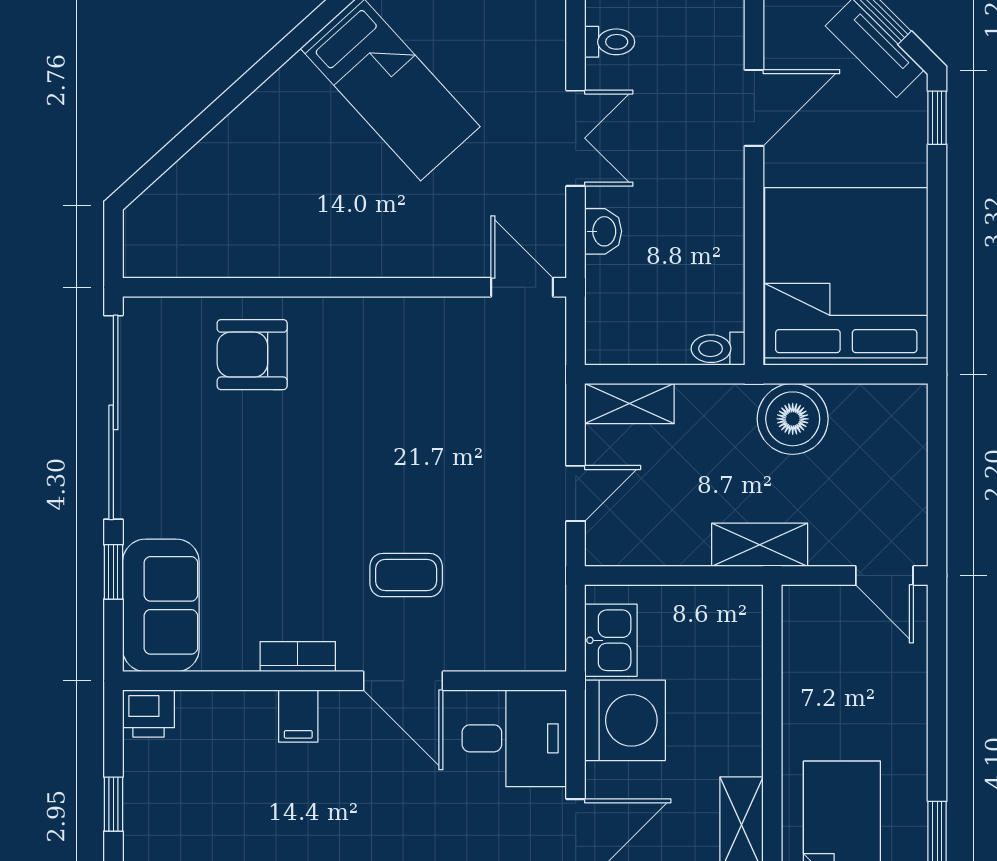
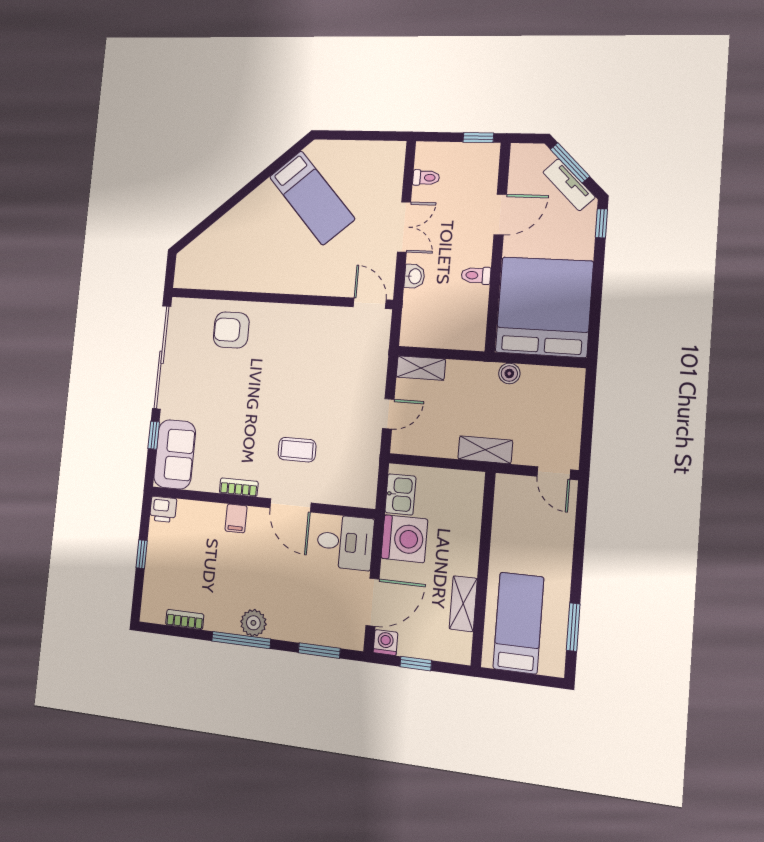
toilet: (718, 349) -> (476, 275), moved
boiler: (793, 419) -> (509, 374), width x0.54, depth x0.54

